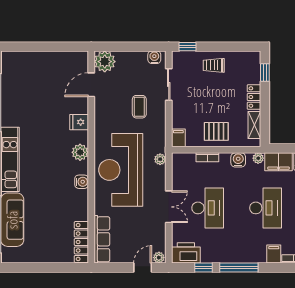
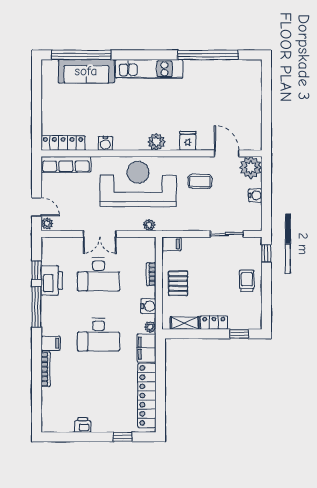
water cooler: (154, 57) -> (255, 195), moved
coffee table: (139, 107) -> (200, 181), moved
water cooler: (82, 182) -> (105, 143), moved
printer: (186, 253) -> (52, 281), moved

